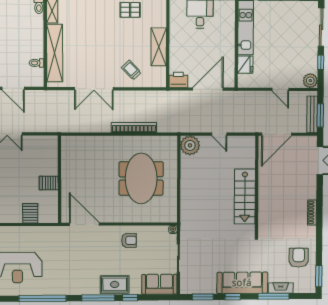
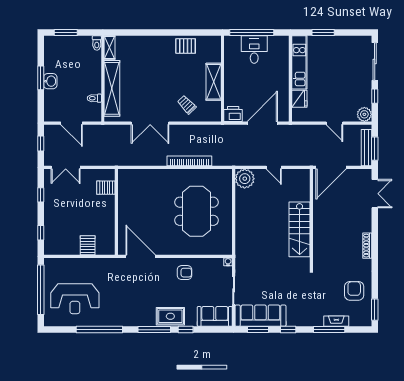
server rack: (49, 183) -> (106, 188), moved
sofa: (242, 283) -> (260, 316), moved

